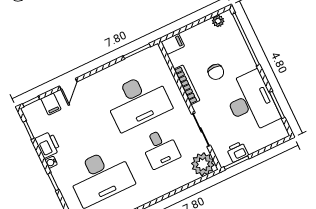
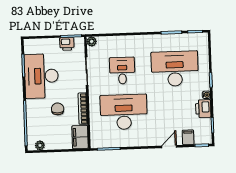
filing cabinet: (173, 44) -> (80, 137), width x2.00
plant: (203, 164) -> (92, 41), width x0.53, depth x0.53

